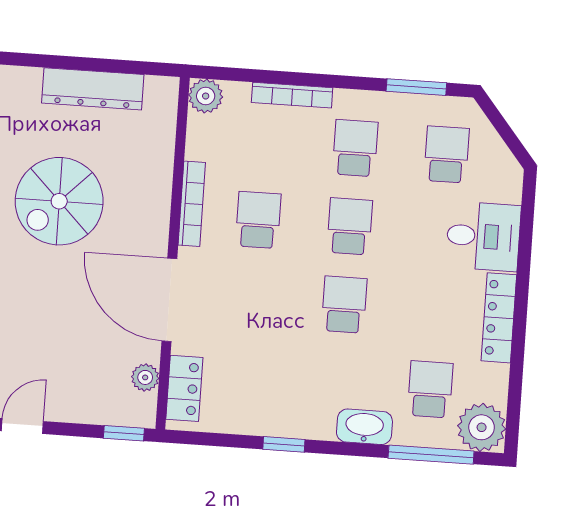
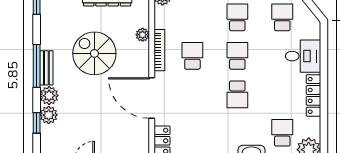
spiral stairs: (59, 201) -> (94, 53), turned 90
school desk: (344, 305) -> (237, 94), turned 180
plant: (145, 377) -> (143, 35), moved

